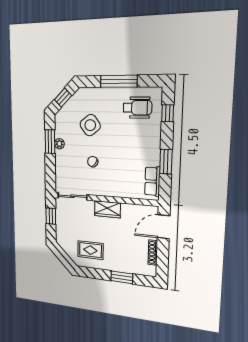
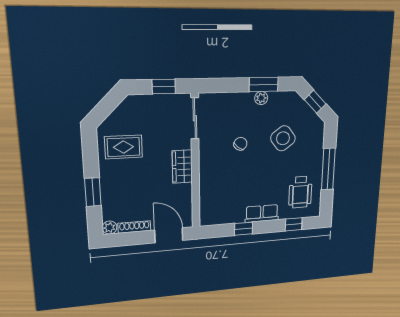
window: (166, 162) -> (244, 229), width x0.67
row of seats: (152, 181) -> (262, 213), moved
rug: (90, 250) -> (123, 147), turned 90
plant: (151, 271) -> (110, 228), added

